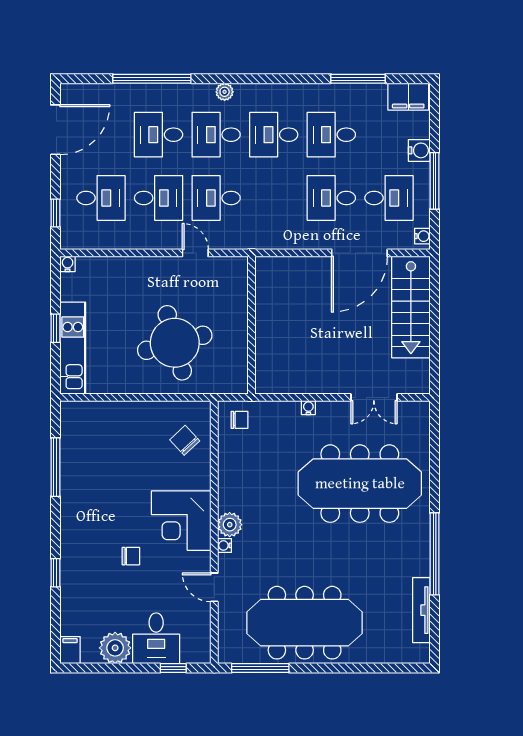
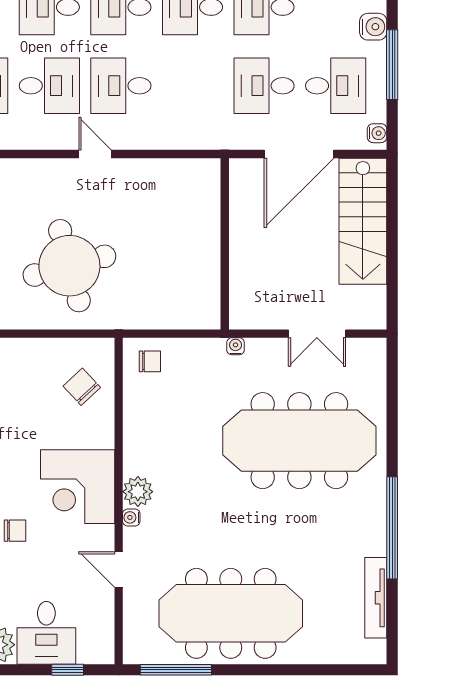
wall: (252, 325) -> (225, 244), moved

